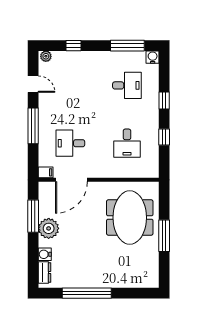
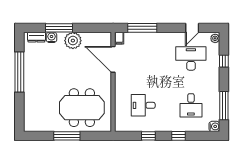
window: (33, 126) -> (142, 28), moved
desk: (70, 143) -> (191, 58), moved, width x1.37
window: (33, 216) -> (59, 28), moved

